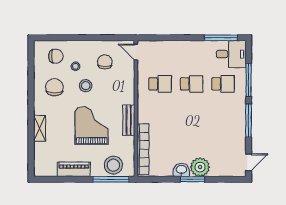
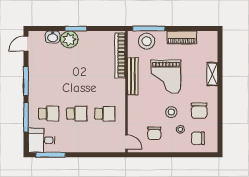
school desk: (160, 84) -> (105, 114), turned 180
school desk: (192, 84) -> (77, 114), turned 180
school desk: (223, 84) -> (49, 114), turned 180
bench: (129, 120) -> (133, 76), width x1.36
washbasin: (181, 170) -> (53, 37), moved

